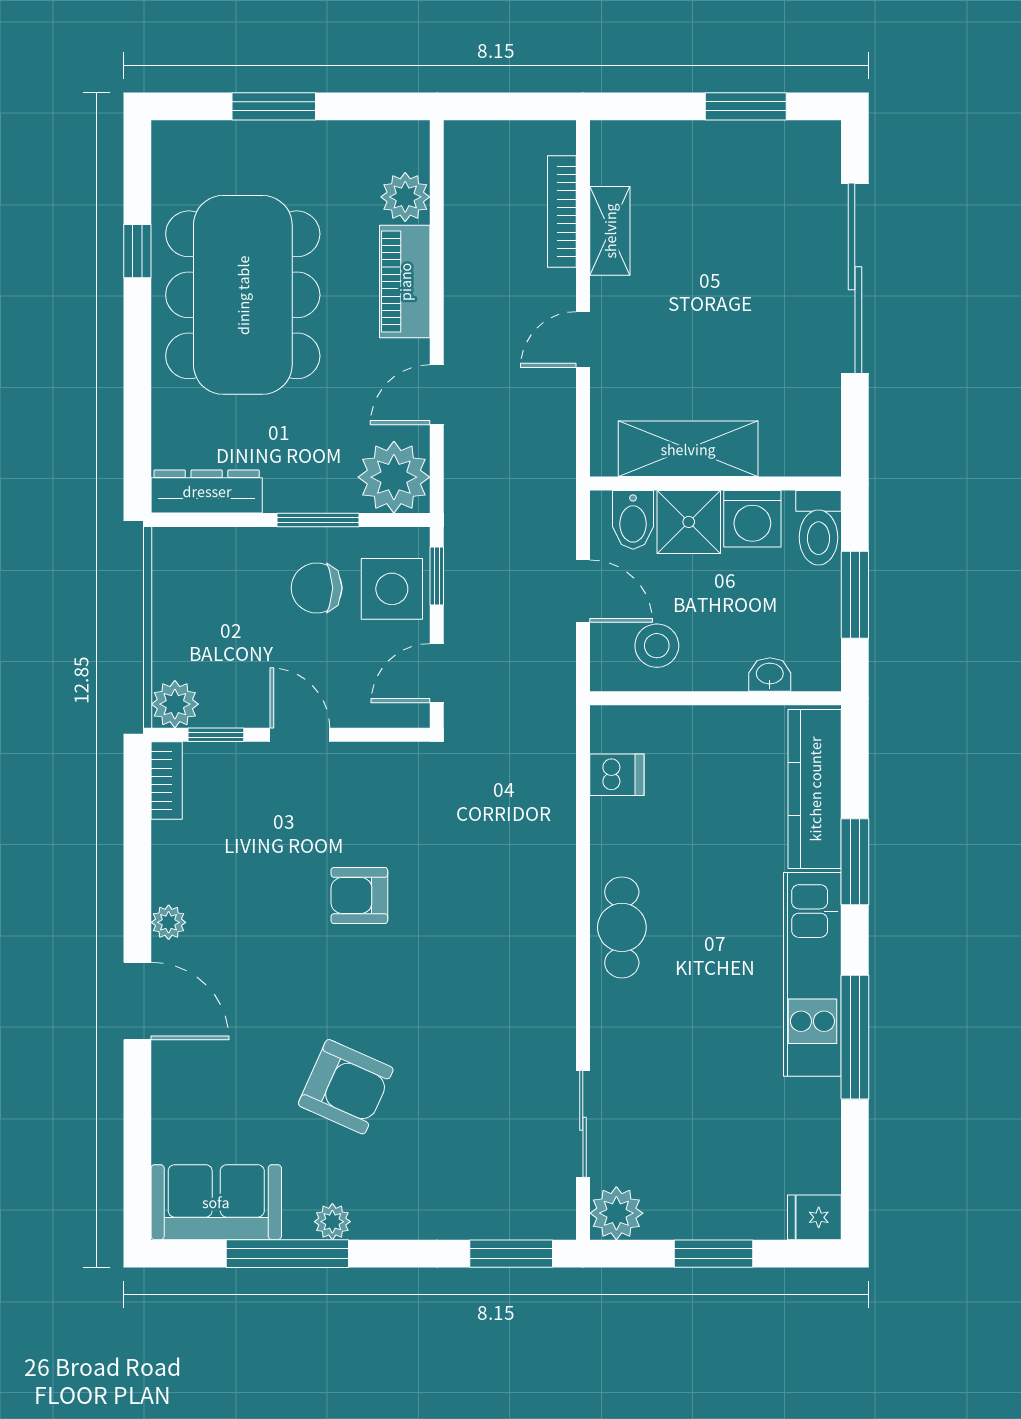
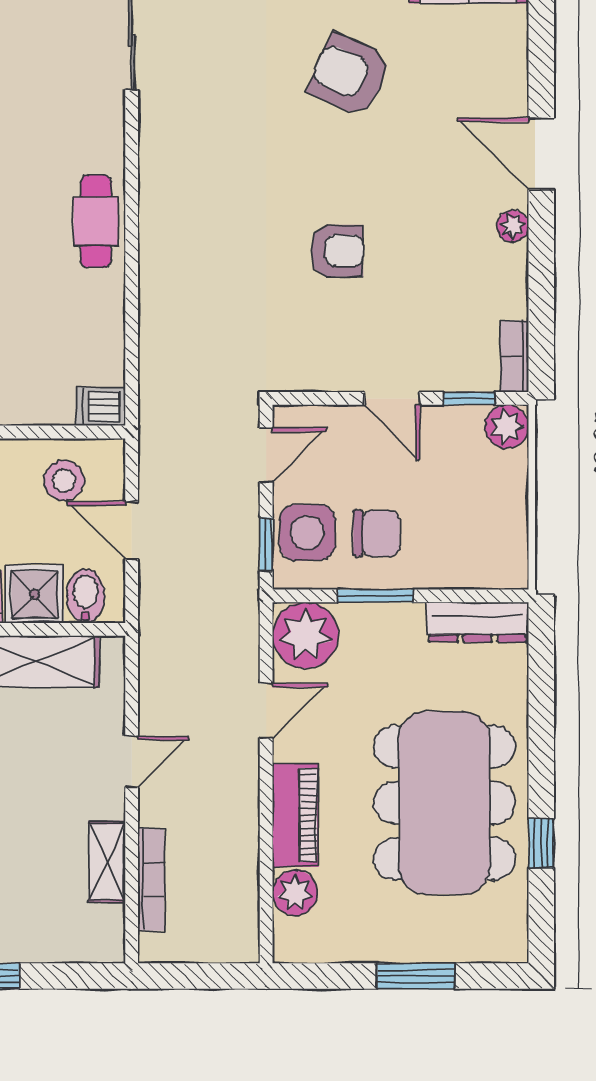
dishwasher: (617, 775) -> (101, 406), moved

